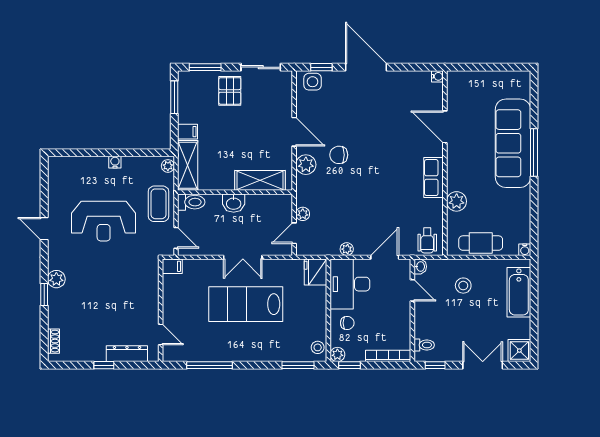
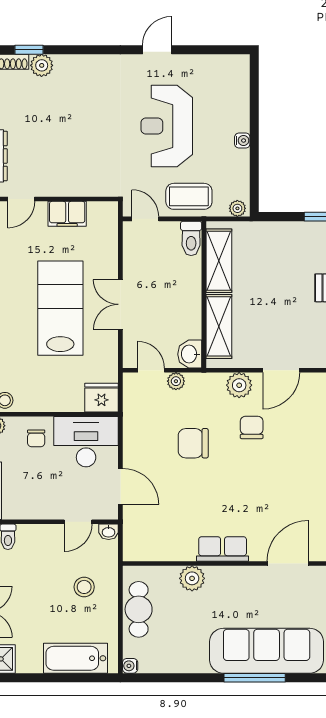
filing cabinet: (188, 132) -> (281, 234), removed
shelving: (188, 165) -> (219, 261), moved, turned 90
chair: (351, 200) -> (193, 443), added
washbasin: (234, 203) -> (190, 354), moved
door: (176, 238) -> (145, 219), swing flipped
wheelchair: (427, 241) -> (142, 541), removed
plant: (347, 249) -> (131, 438), removed
filing cabinet: (172, 266) -> (67, 214), moved, width x2.00
plant: (56, 279) -> (42, 65), moved
window: (44, 295) -> (29, 50), moved

